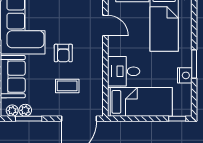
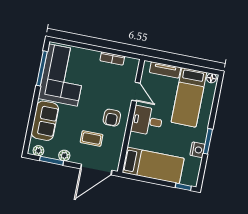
armchair: (63, 53) -> (112, 118), moved
desk: (124, 71) -> (147, 121), moved
plant: (25, 110) -> (64, 156), moved

